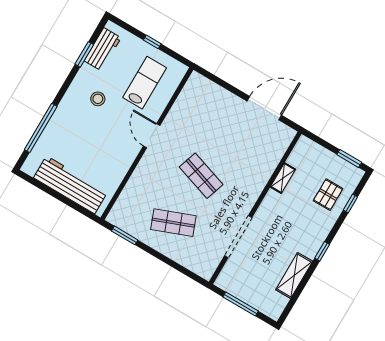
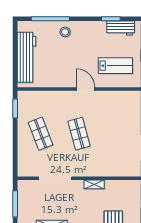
stool: (98, 99) -> (65, 32), moved
door: (152, 136) -> (86, 89), hinge flipped
shop shelf: (201, 176) -> (79, 134), turned -33
shelving: (283, 178) -> (94, 184), moved

